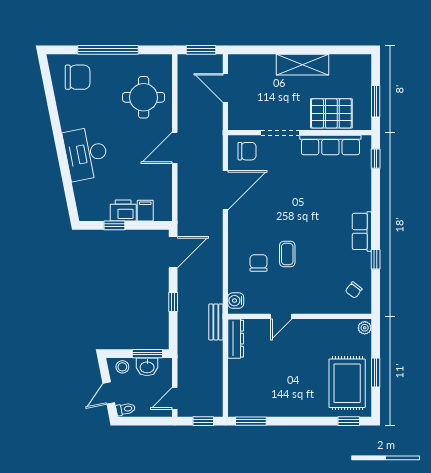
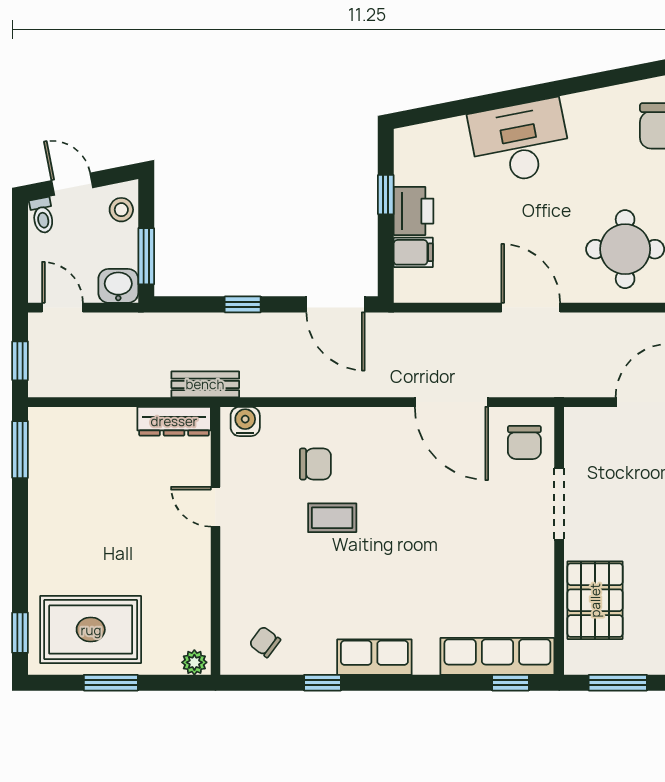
row of seats: (330, 145) -> (497, 656), moved, turned 90
washbasin: (147, 367) -> (118, 286), moved, turned 90

